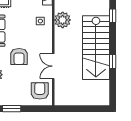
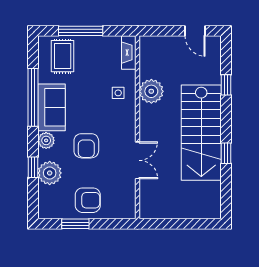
double door: (53, 66) -> (138, 160), swing flipped
armchair: (40, 91) -> (88, 200), moved, turned 90

